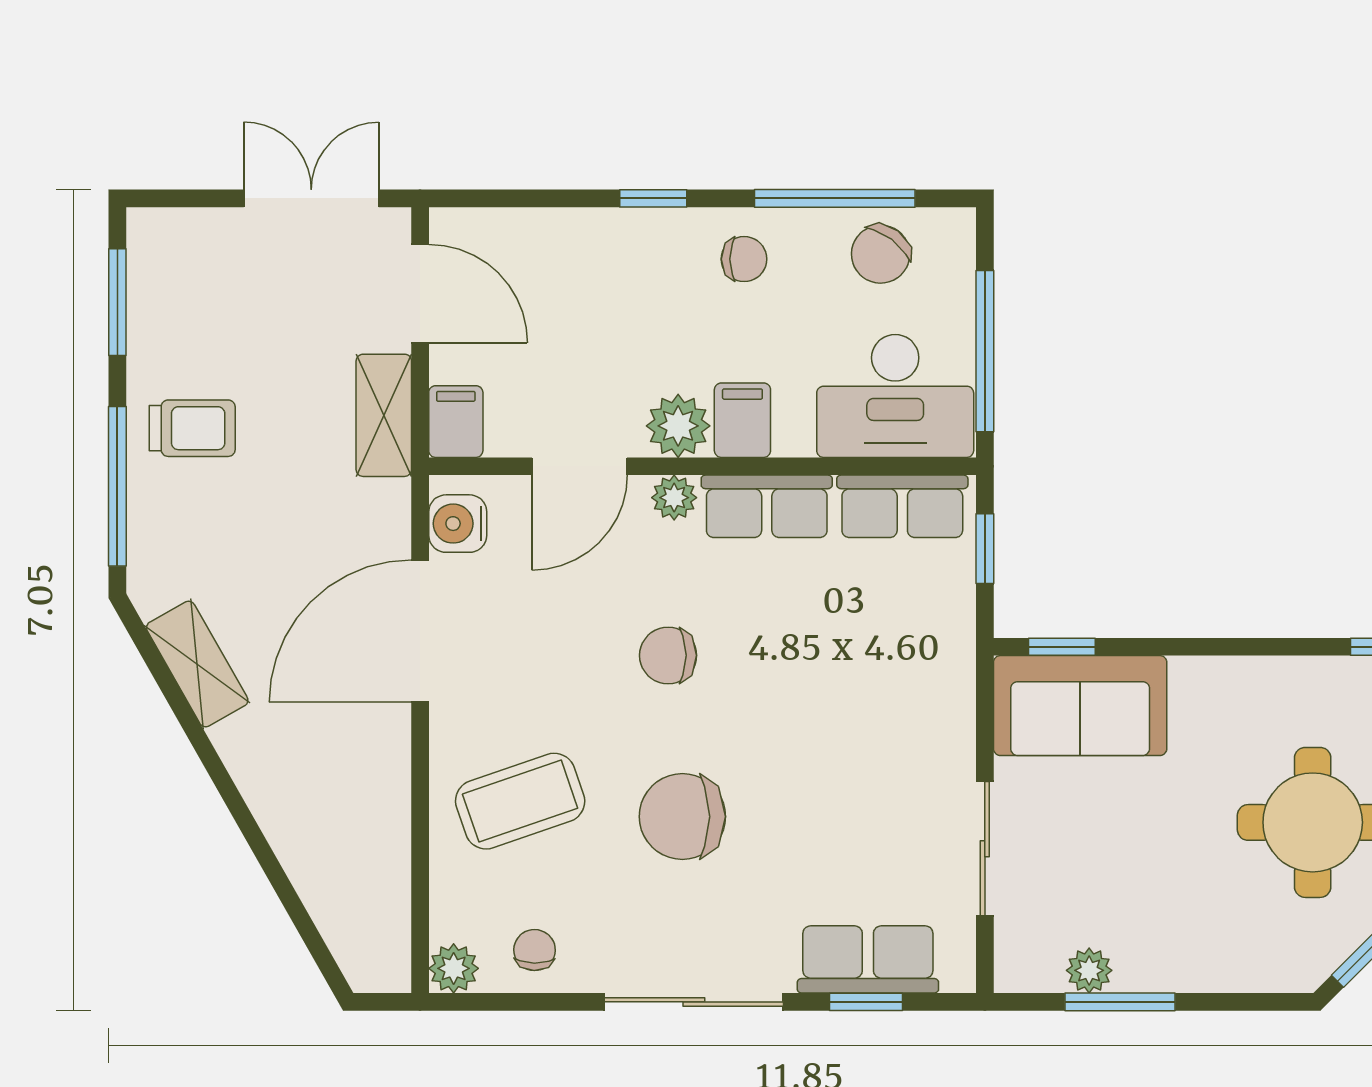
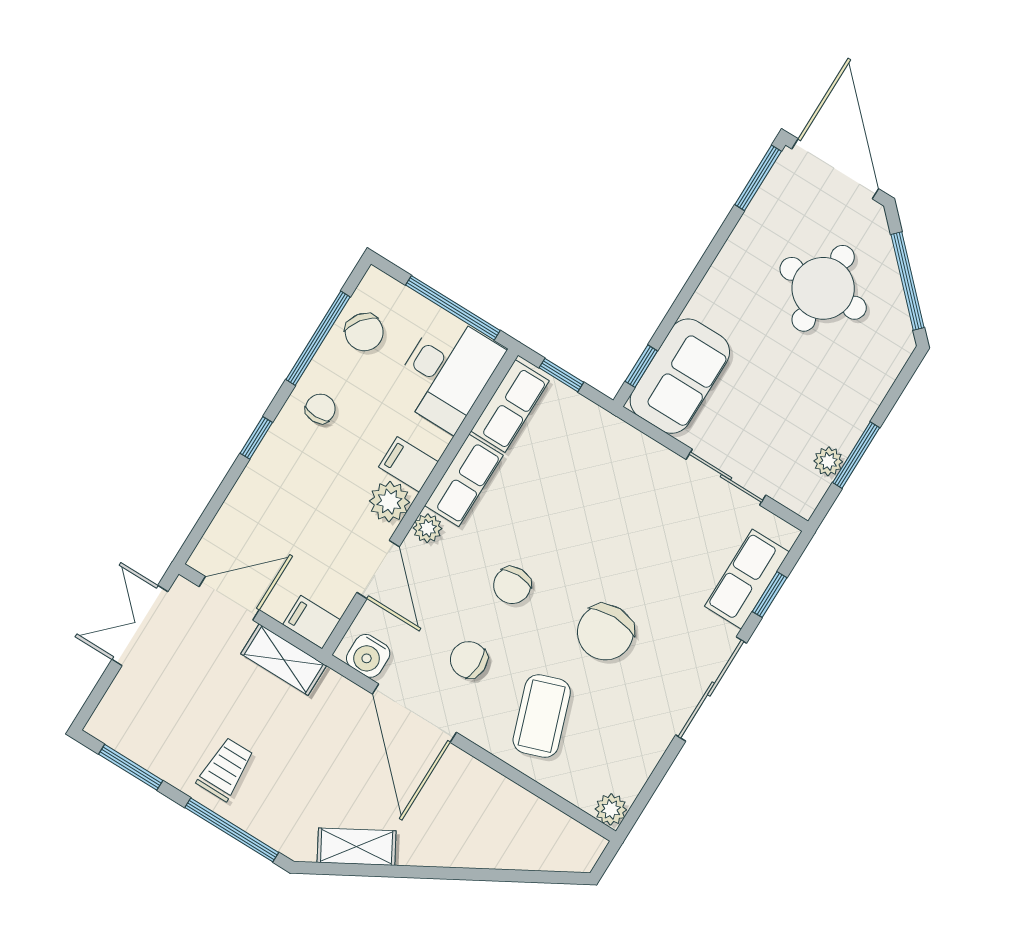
chair: (535, 950) -> (469, 660), moved, width x1.37, depth x1.37

